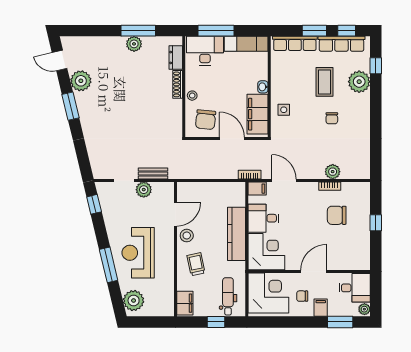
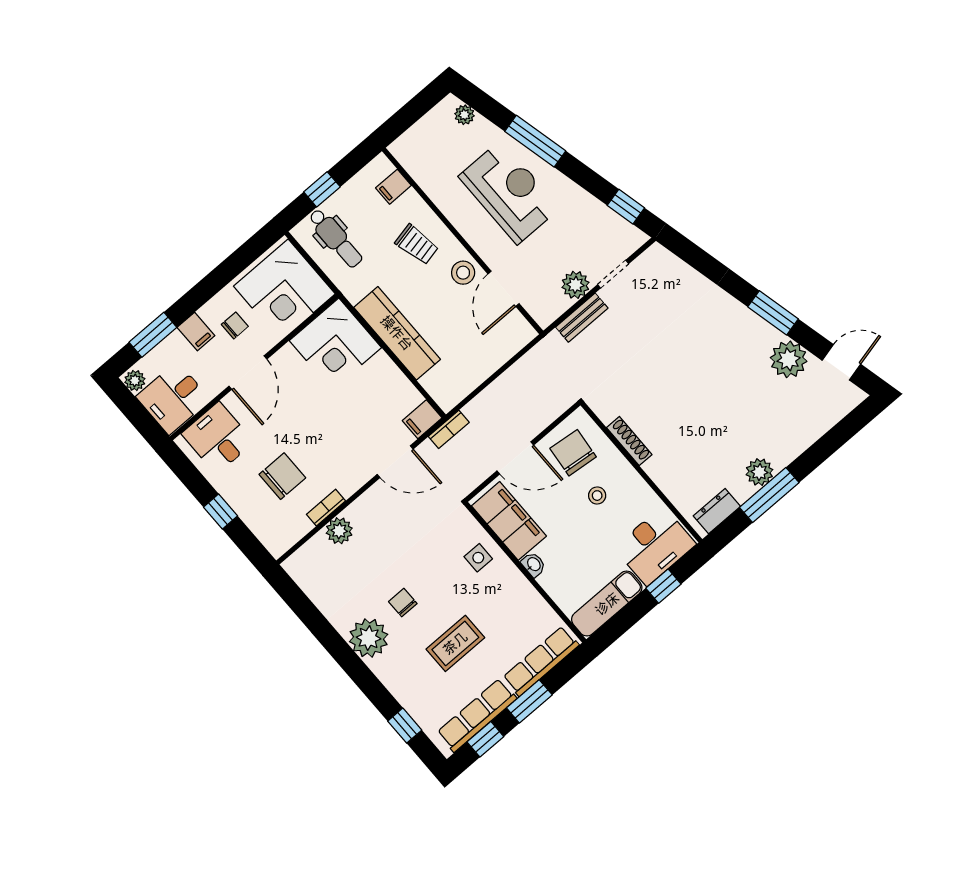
window: (216, 31) -> (663, 586), width x0.46
dresser: (176, 58) -> (717, 511), moved, turned -90
coffee table: (324, 82) -> (455, 643), turned 90
plant: (359, 82) -> (369, 638), moved
shoe rack: (178, 84) -> (629, 441), moved
stool: (192, 96) -> (597, 496), moved
desk: (263, 218) -> (218, 438), moved, turned -90
plant: (134, 301) -> (464, 115), width x0.53, depth x0.53
filing cabinet: (185, 303) -> (393, 187), width x0.50

